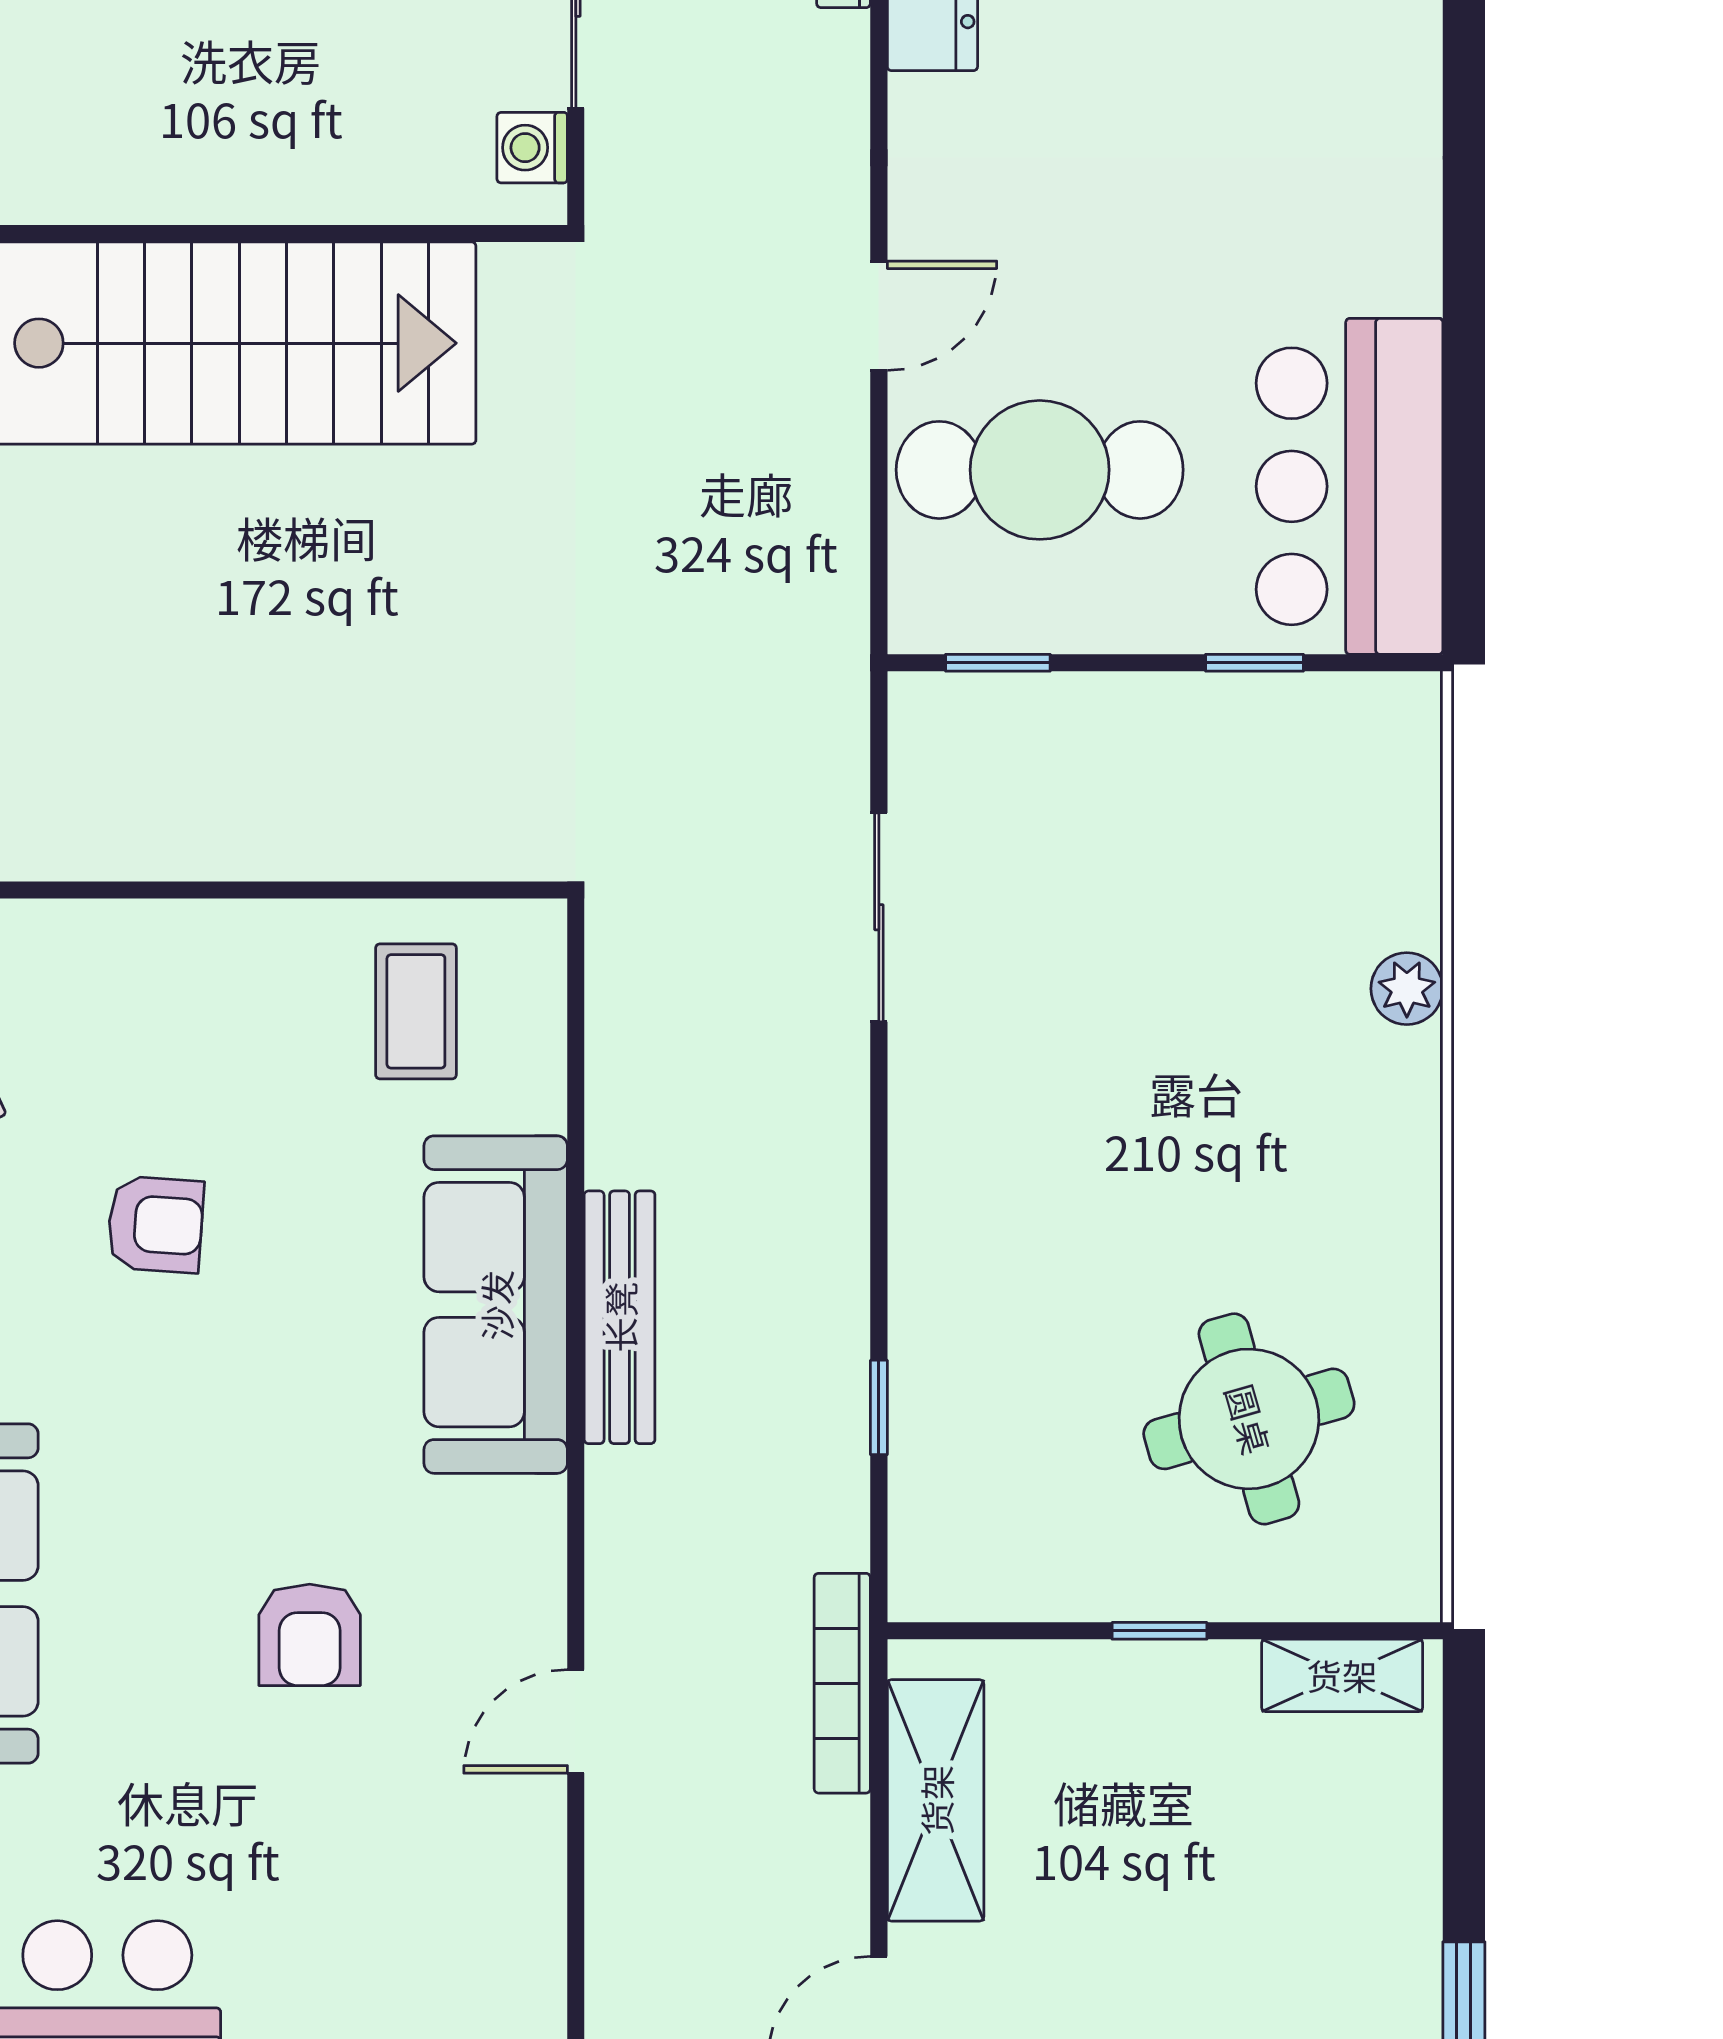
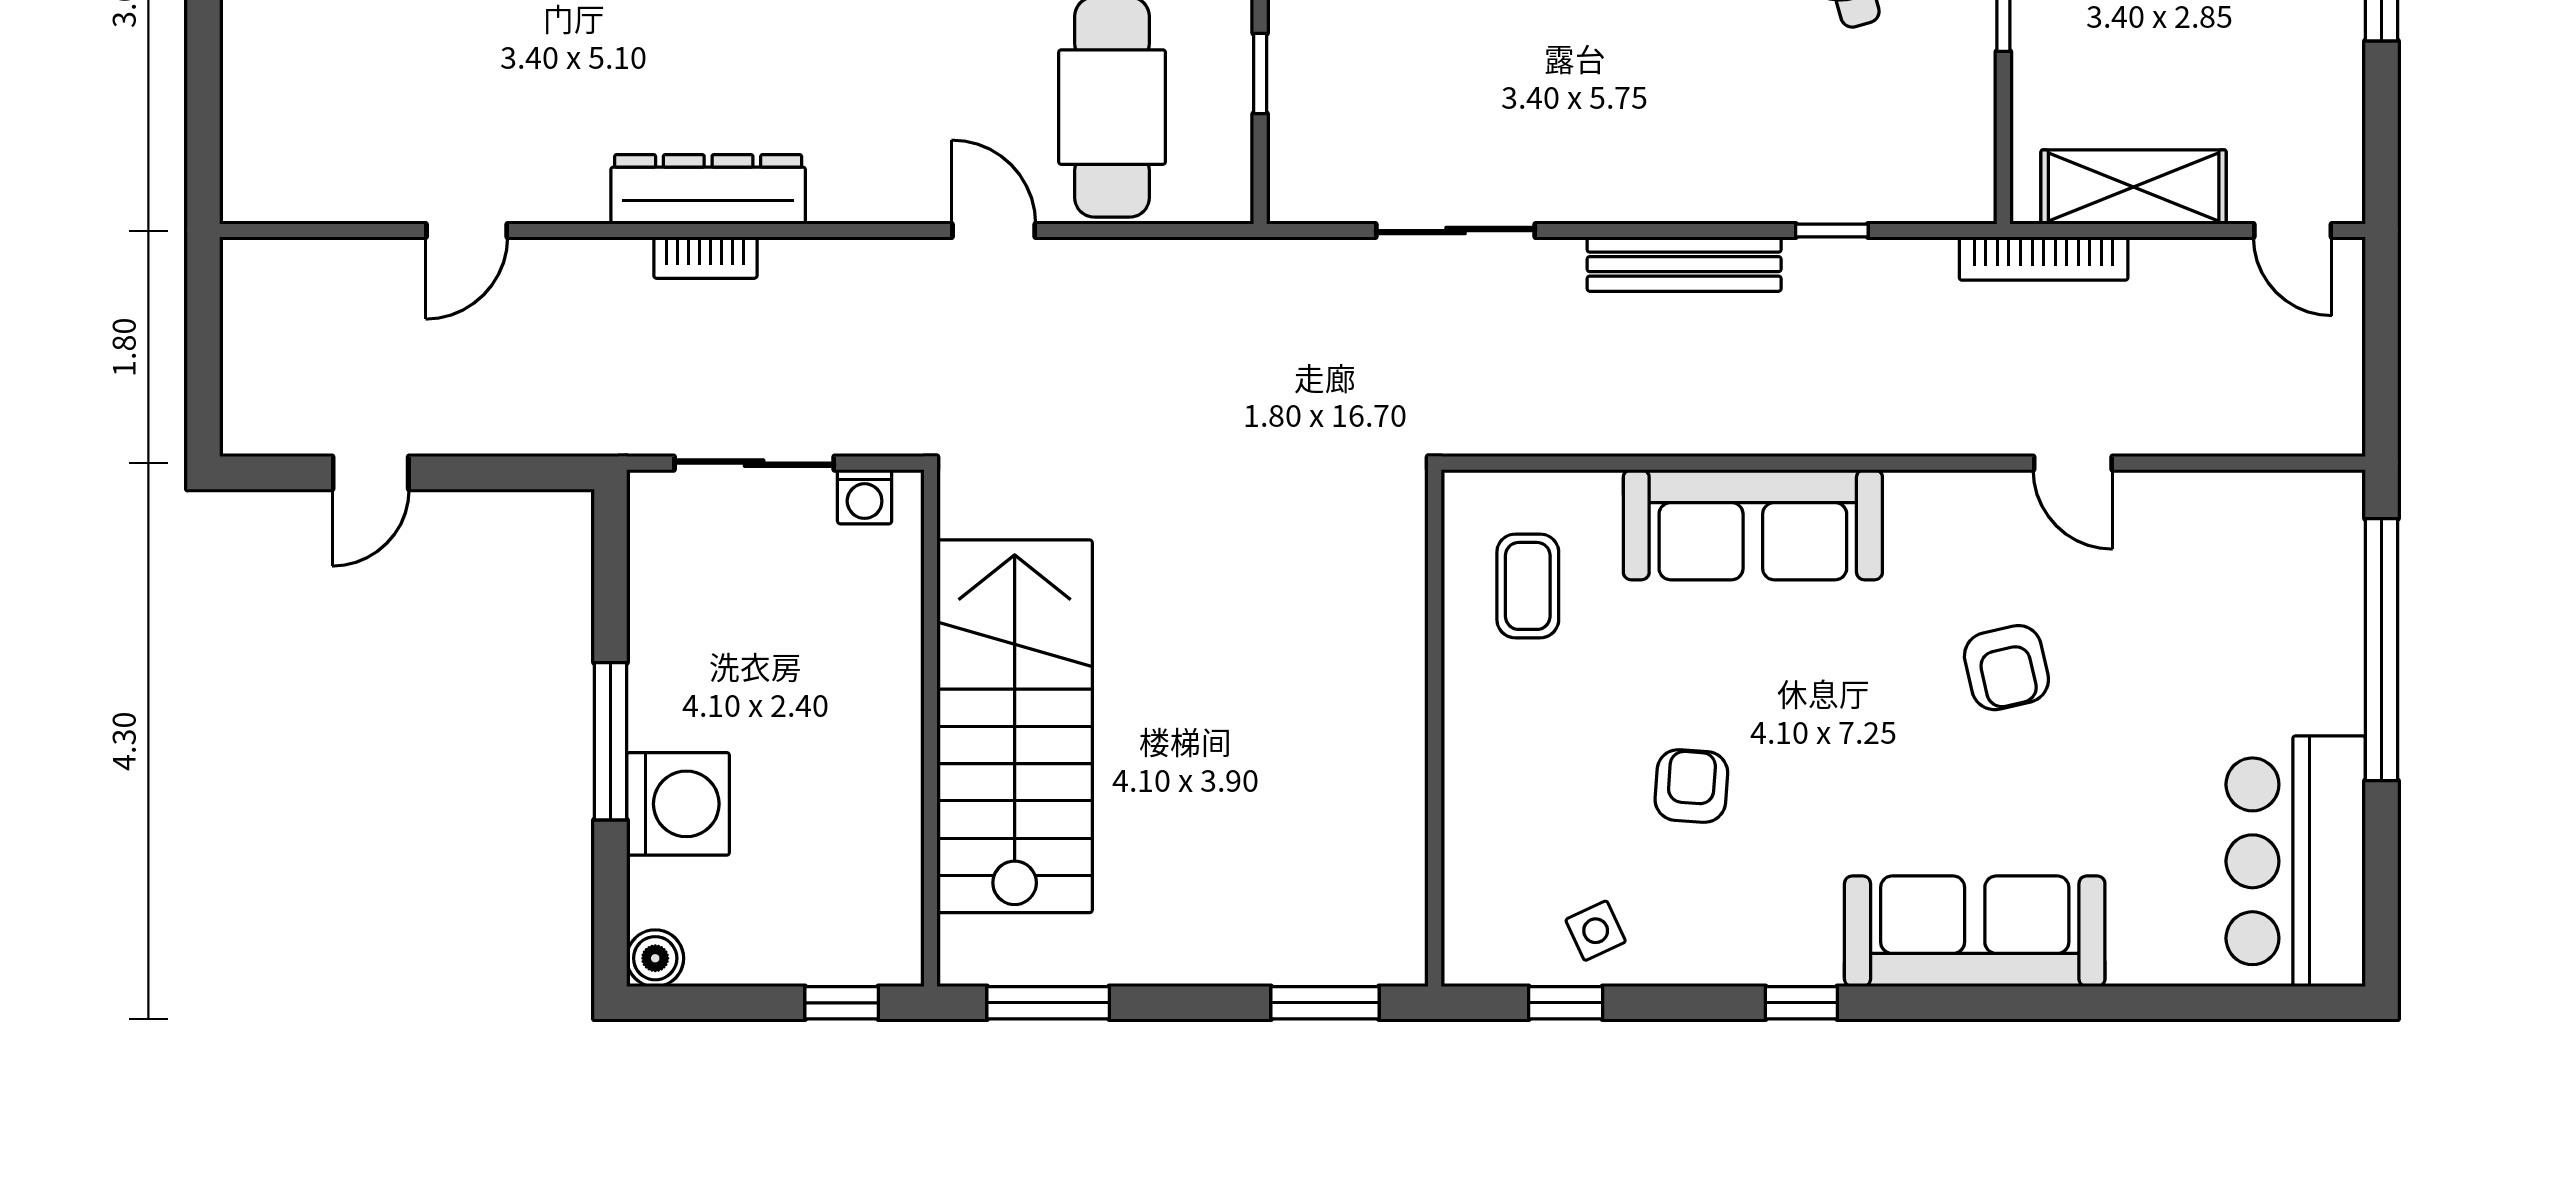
window: (998, 663) -> (1260, 74), moved
coffee table: (416, 1011) -> (1528, 586), turned 90
bench: (620, 1317) -> (1684, 264), moved
armchair: (310, 1635) -> (2006, 668), turned 77

